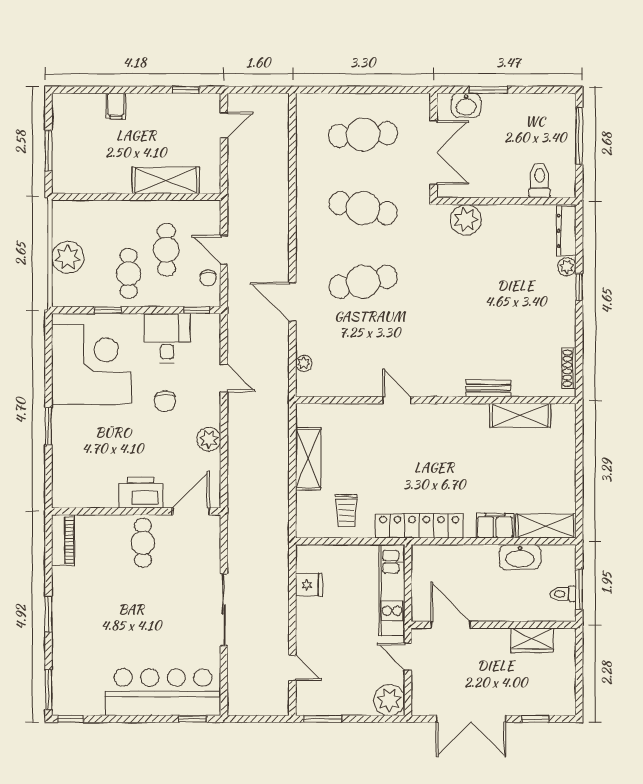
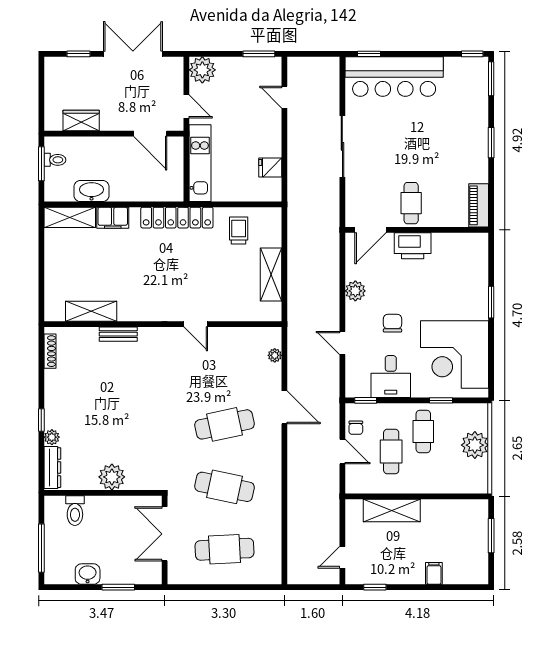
washbasin: (466, 105) -> (88, 574), moved
plant: (466, 220) -> (112, 477), moved
chair: (208, 278) -> (356, 428), turned 180

